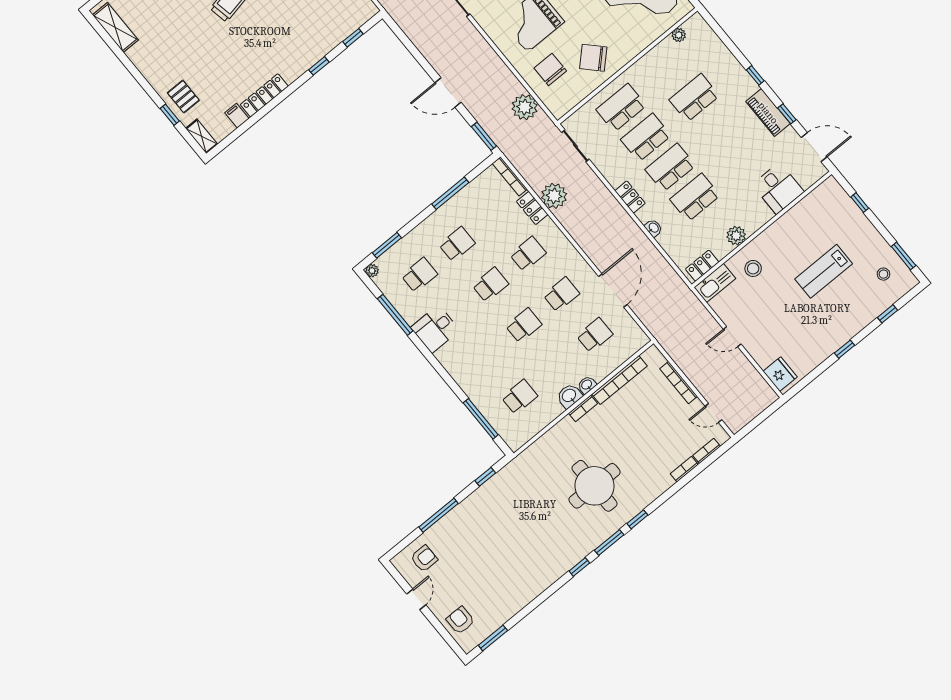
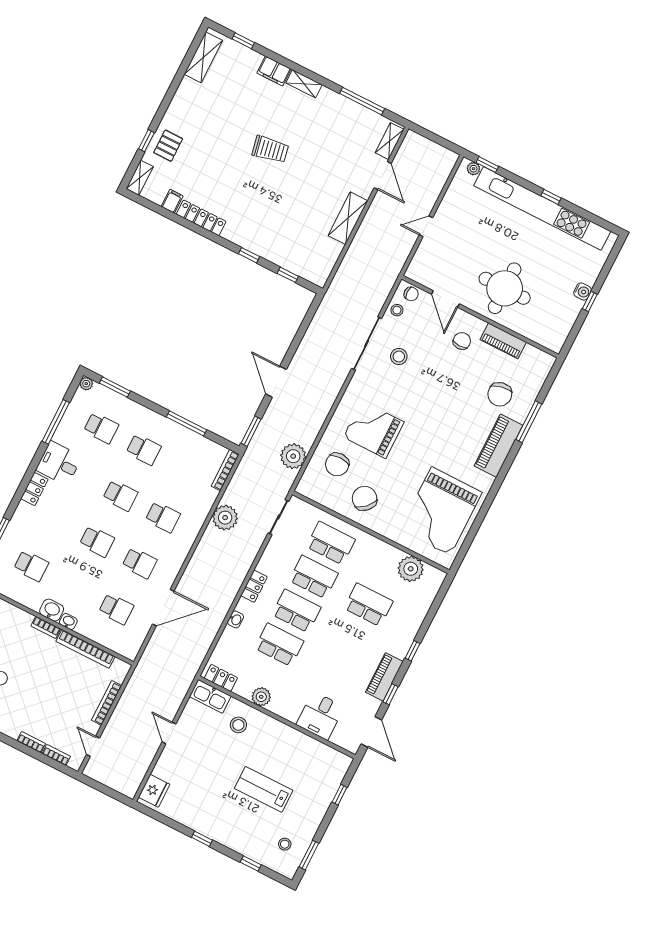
plant: (679, 35) -> (411, 569), width x1.88, depth x1.88
chair: (550, 69) -> (337, 464), turned 180
locker: (532, 208) -> (34, 489), moved, turned 180

